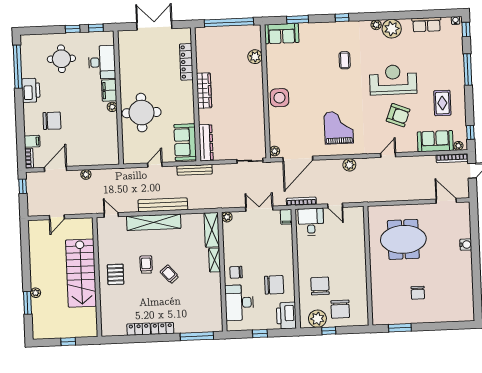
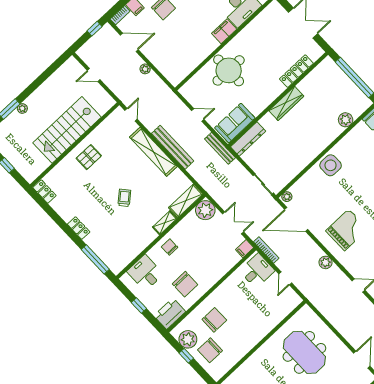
plant: (112, 107) -> (214, 44), removed
plant: (227, 217) -> (205, 210), width x1.88, depth x1.88
trolley: (146, 265) -> (116, 174), removed
desk: (239, 303) -> (145, 273), width x0.73
locker: (139, 329) -> (44, 192), moved

